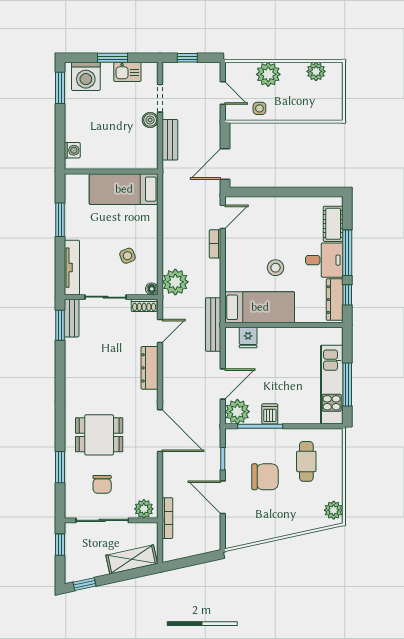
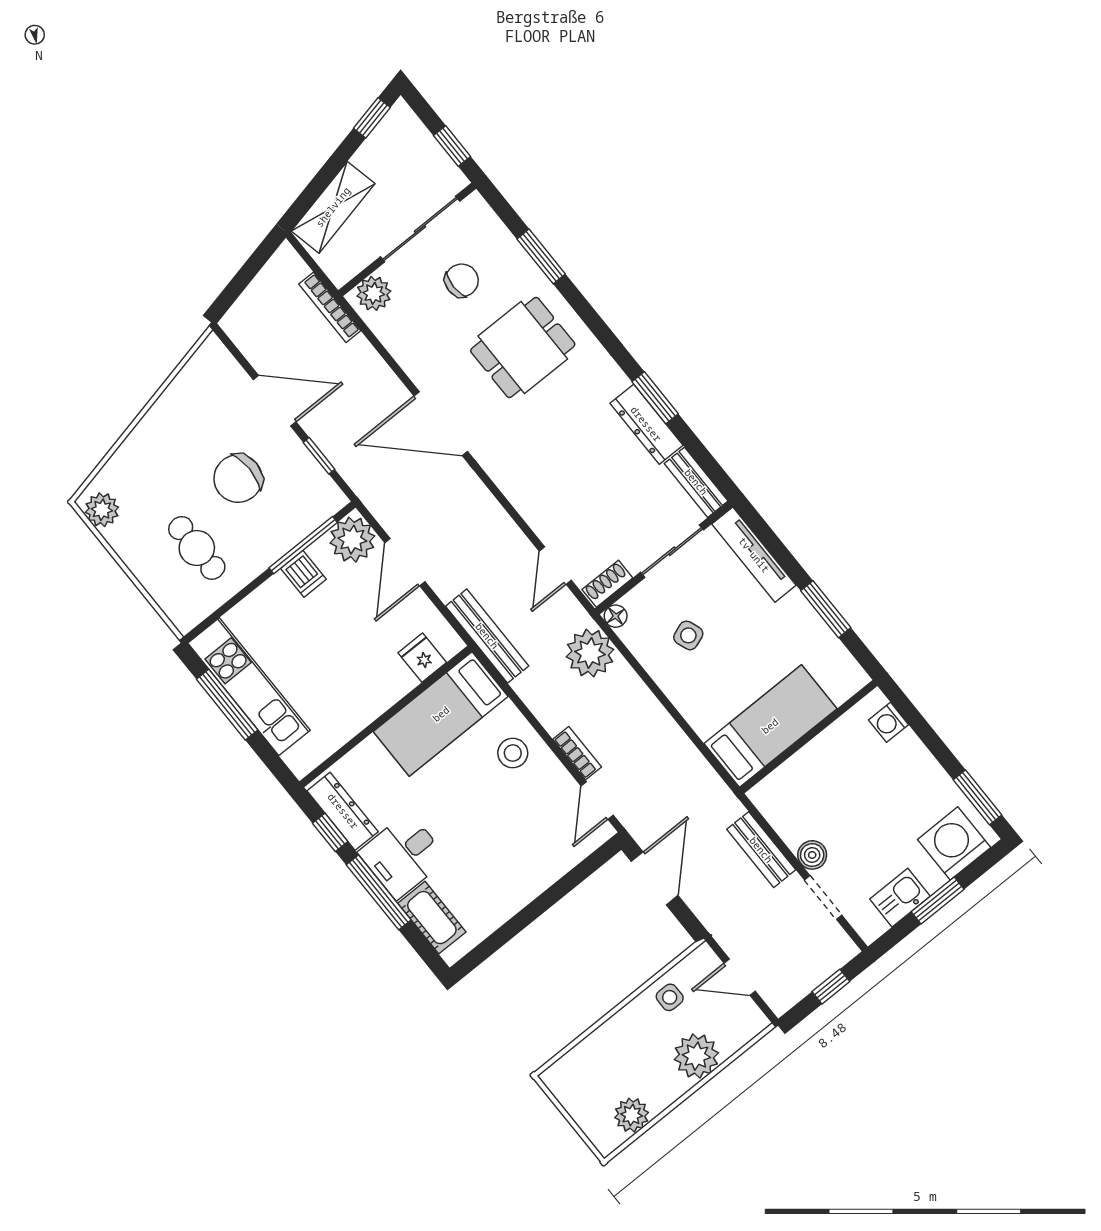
stool: (276, 268) -> (513, 753), moved
window: (60, 325) -> (655, 398), moved
dresser: (150, 368) -> (646, 424), moved, turned 180
chair: (102, 484) -> (462, 280), turned 90

